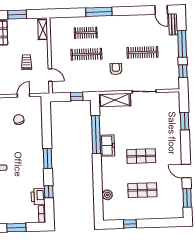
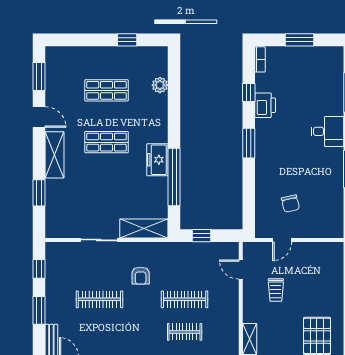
window: (182, 44) -> (39, 310), width x0.69
shelving: (175, 147) -> (55, 155), added
printer: (38, 197) -> (265, 105), moved

